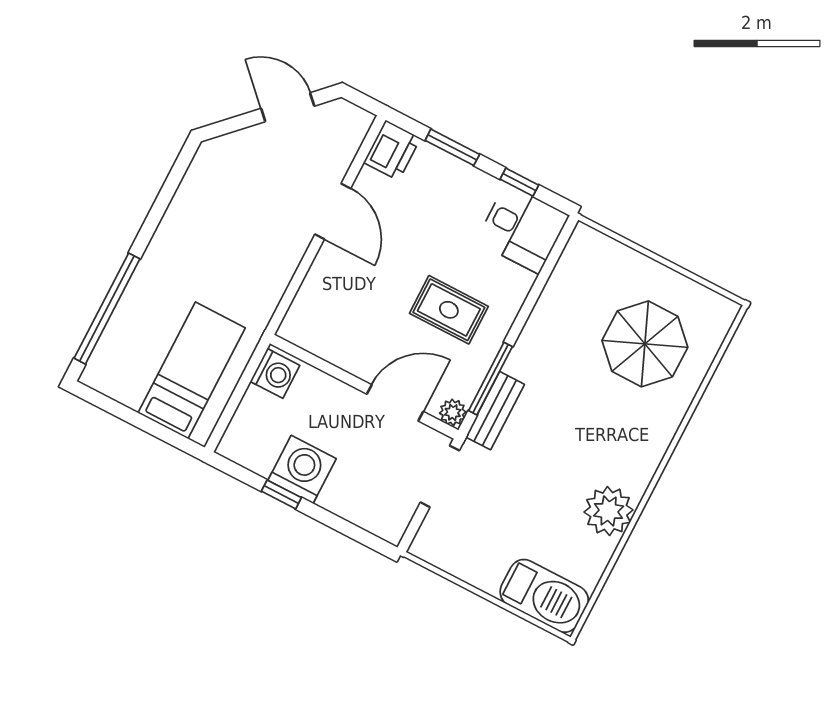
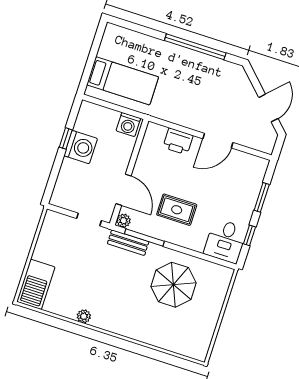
printer: (392, 150) -> (178, 141), moved
window: (107, 309) -> (195, 47), moved
rug: (449, 310) -> (177, 210), turned 90
parasol: (645, 344) -> (174, 285), moved
doorway: (440, 476) -> (89, 220), width x0.73
plant: (609, 511) -> (84, 316), width x0.53, depth x0.53

